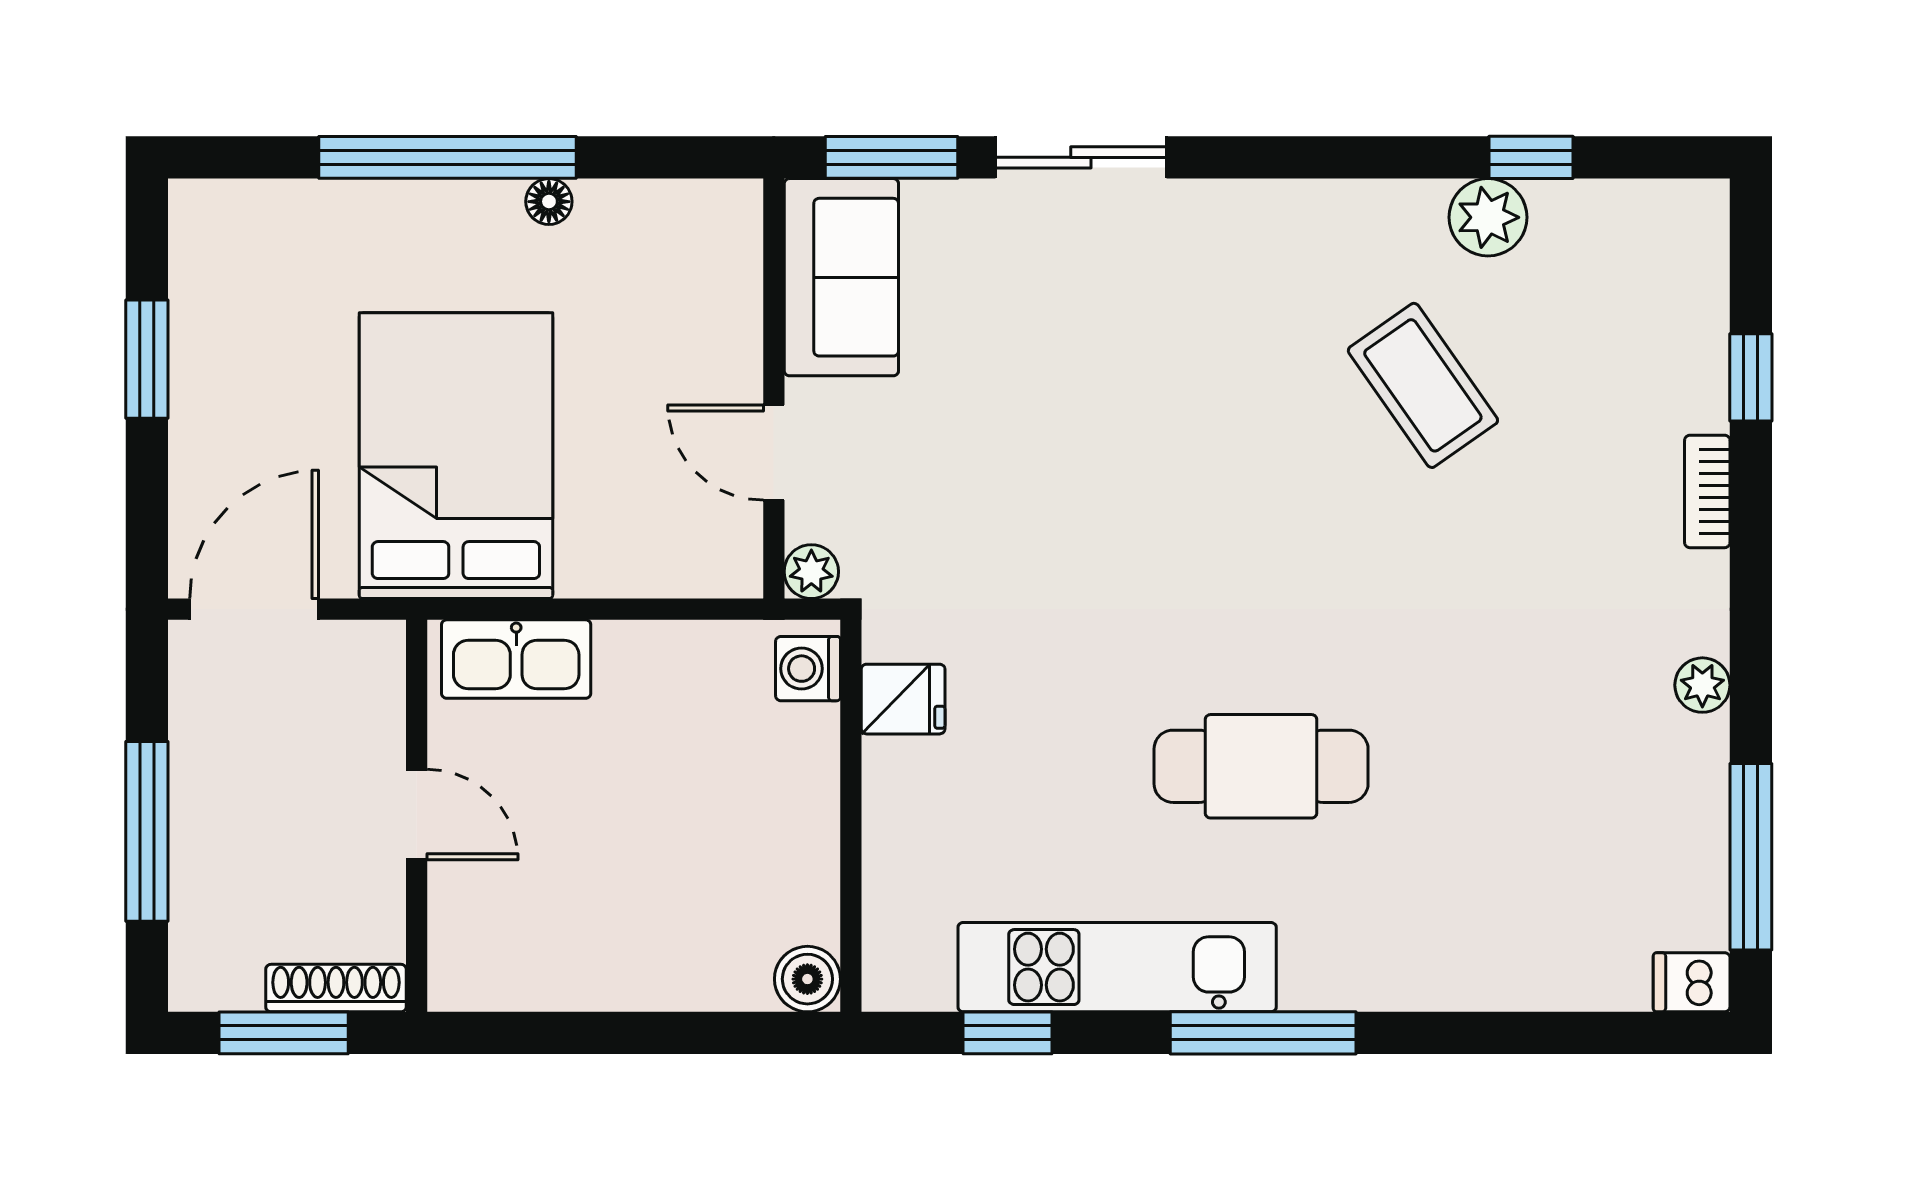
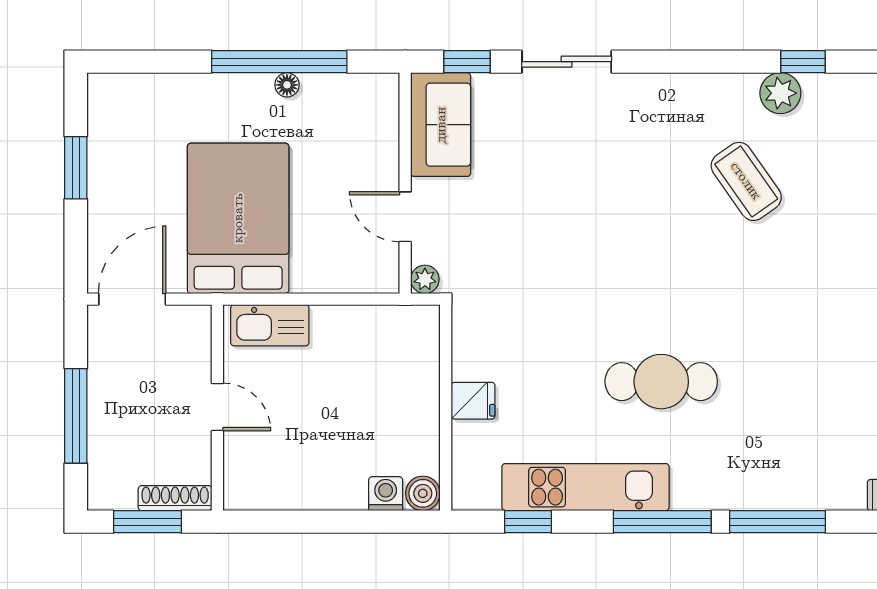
window: (447, 157) -> (279, 62), moved
window: (892, 157) -> (467, 62), width x0.67
washing machine: (808, 669) -> (386, 494), moved, turned 90
fridge: (903, 699) -> (473, 401), moved
window: (1483, 1033) -> (778, 522), added

